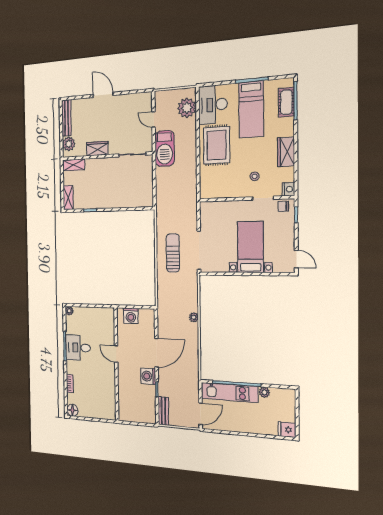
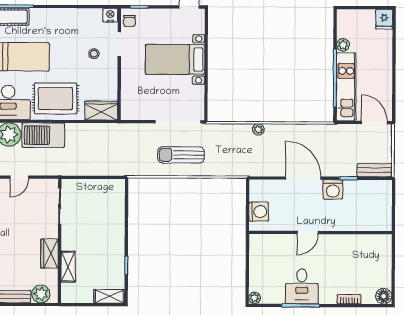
barbecue: (165, 148) -> (43, 135), moved, turned 180
wardrobe: (286, 152) -> (101, 111), moved, turned 180
shelving: (74, 165) -> (68, 267), moved

